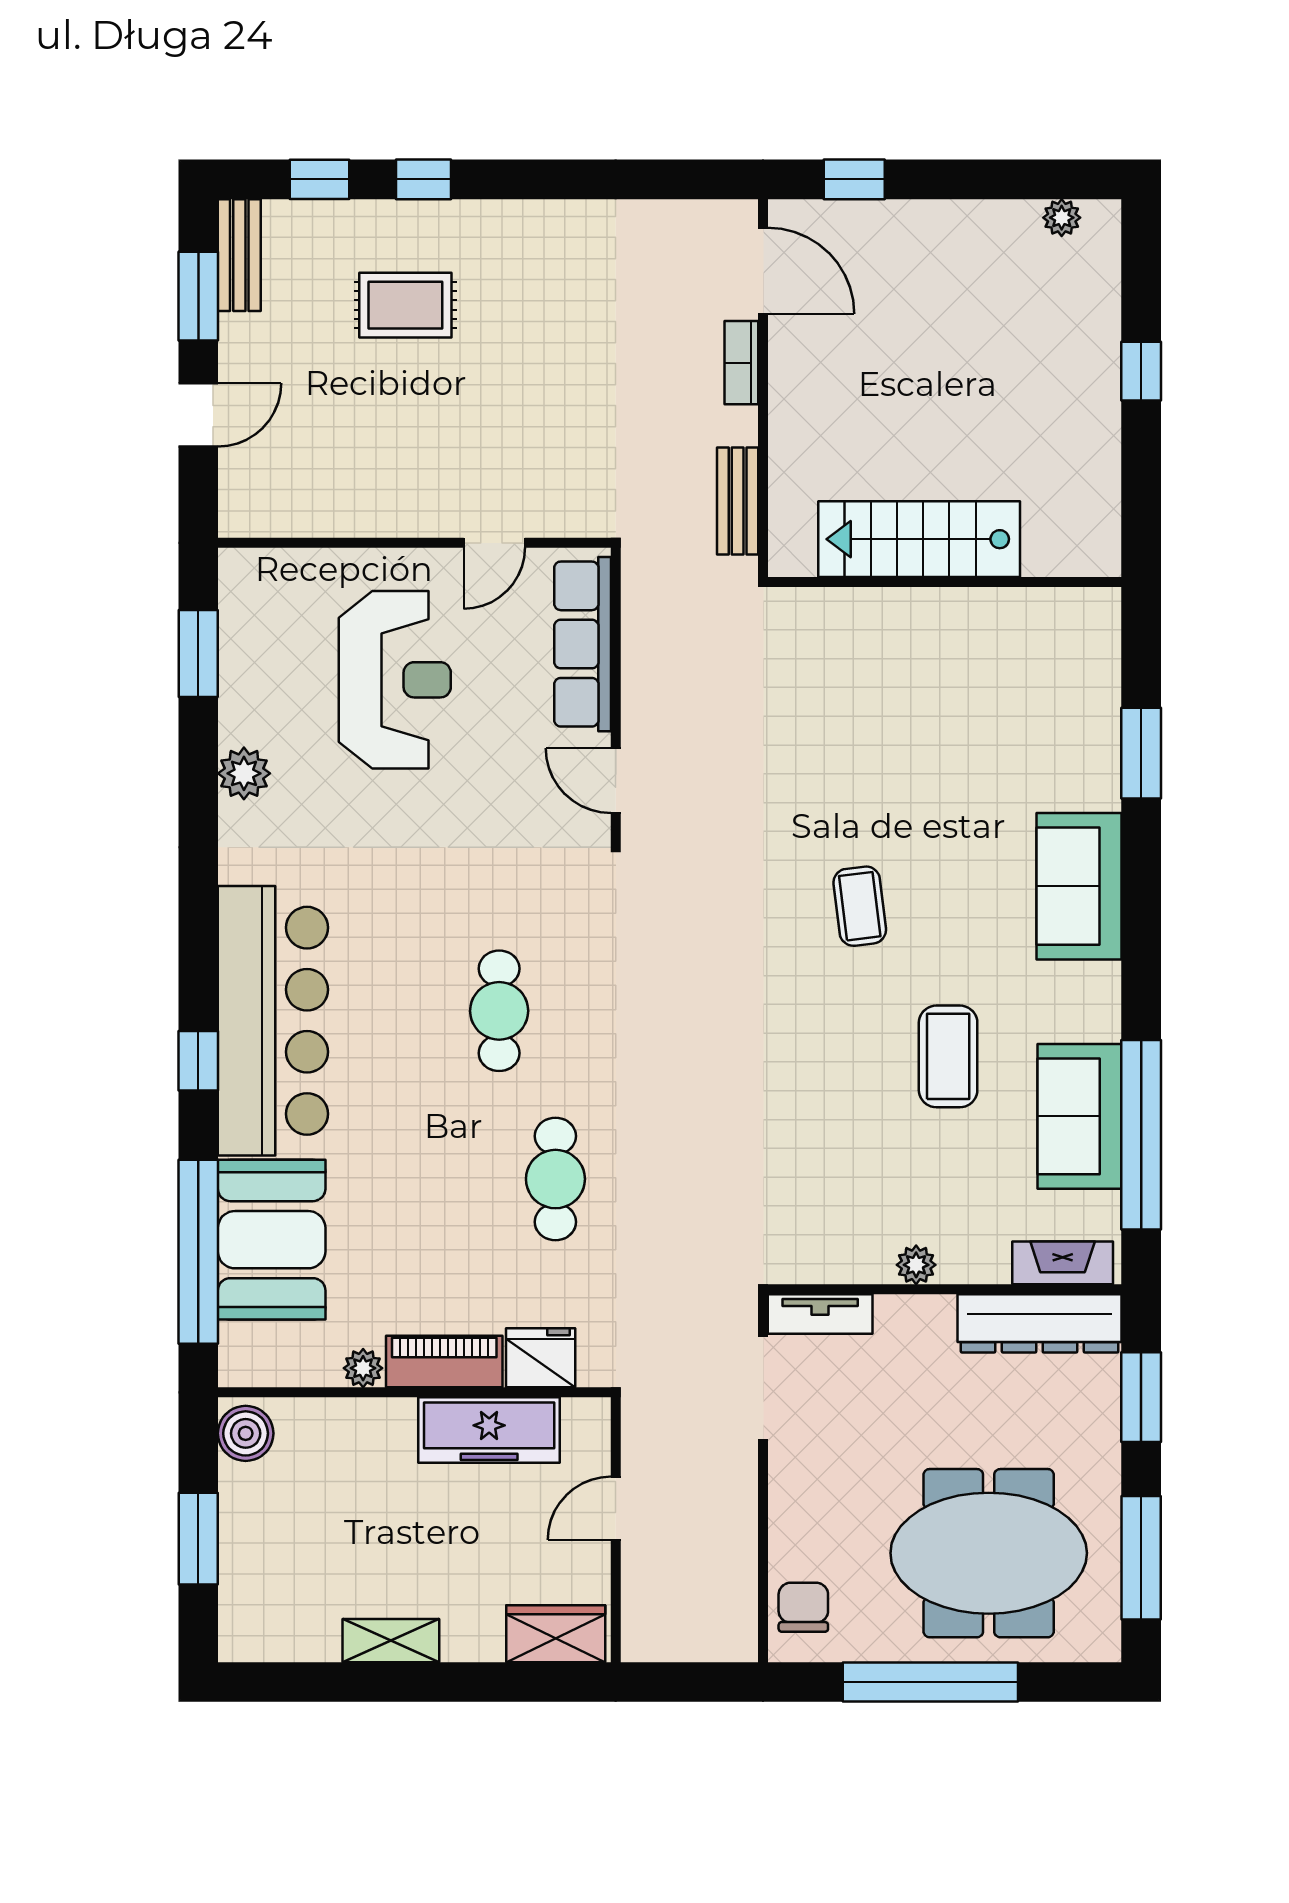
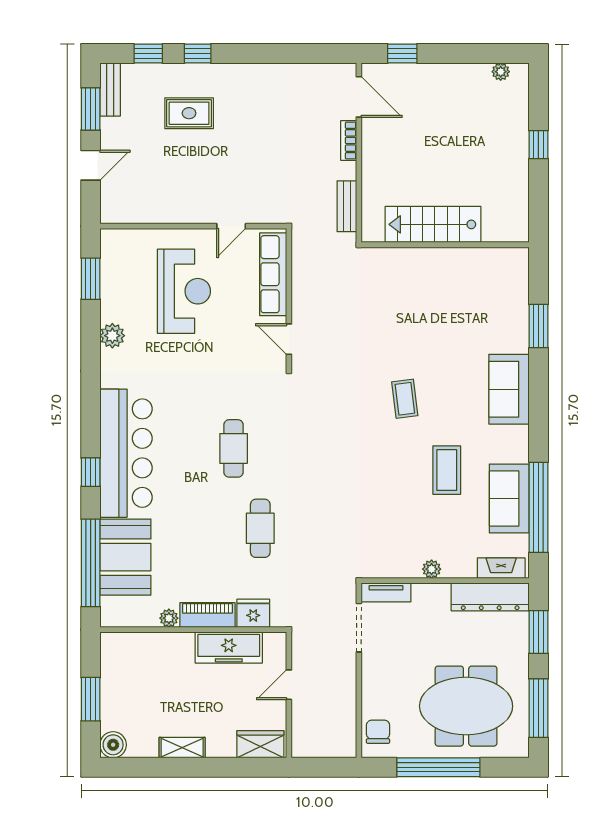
boiler: (246, 1433) -> (113, 745), moved

